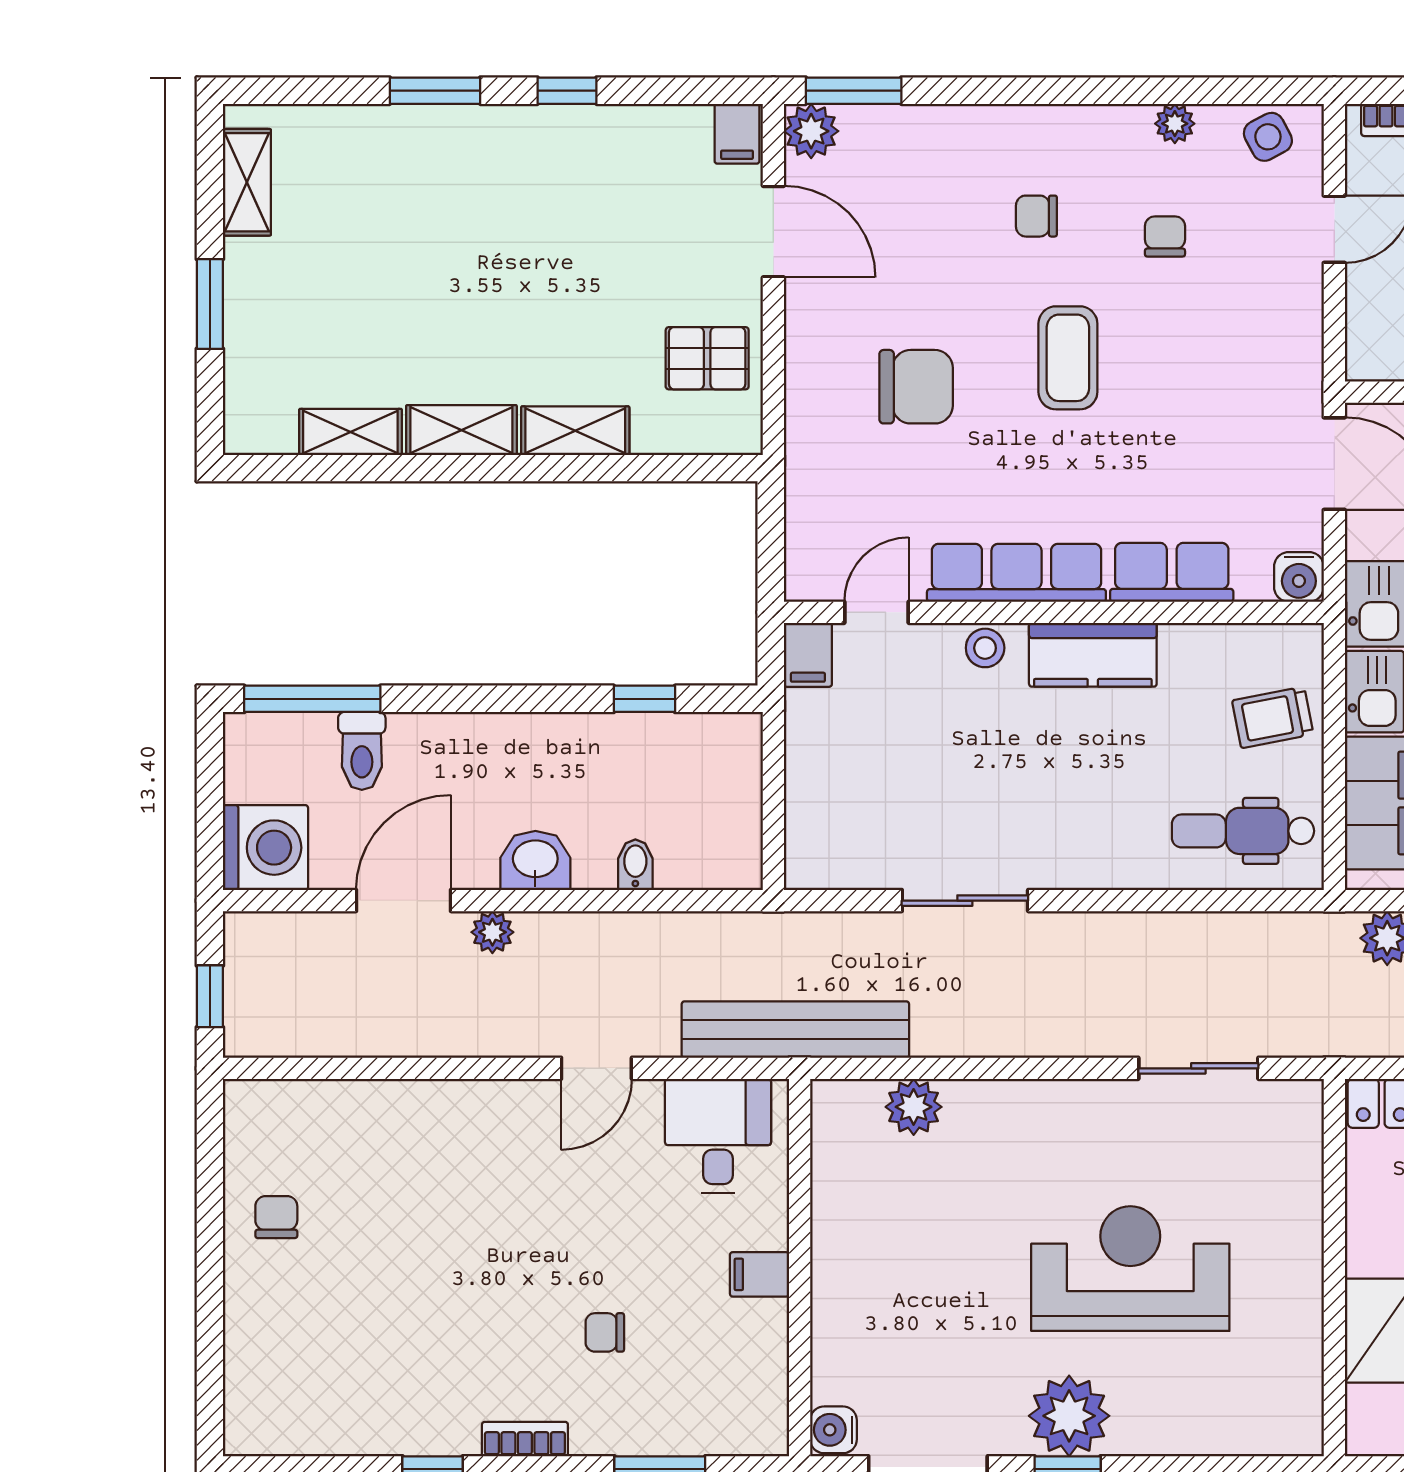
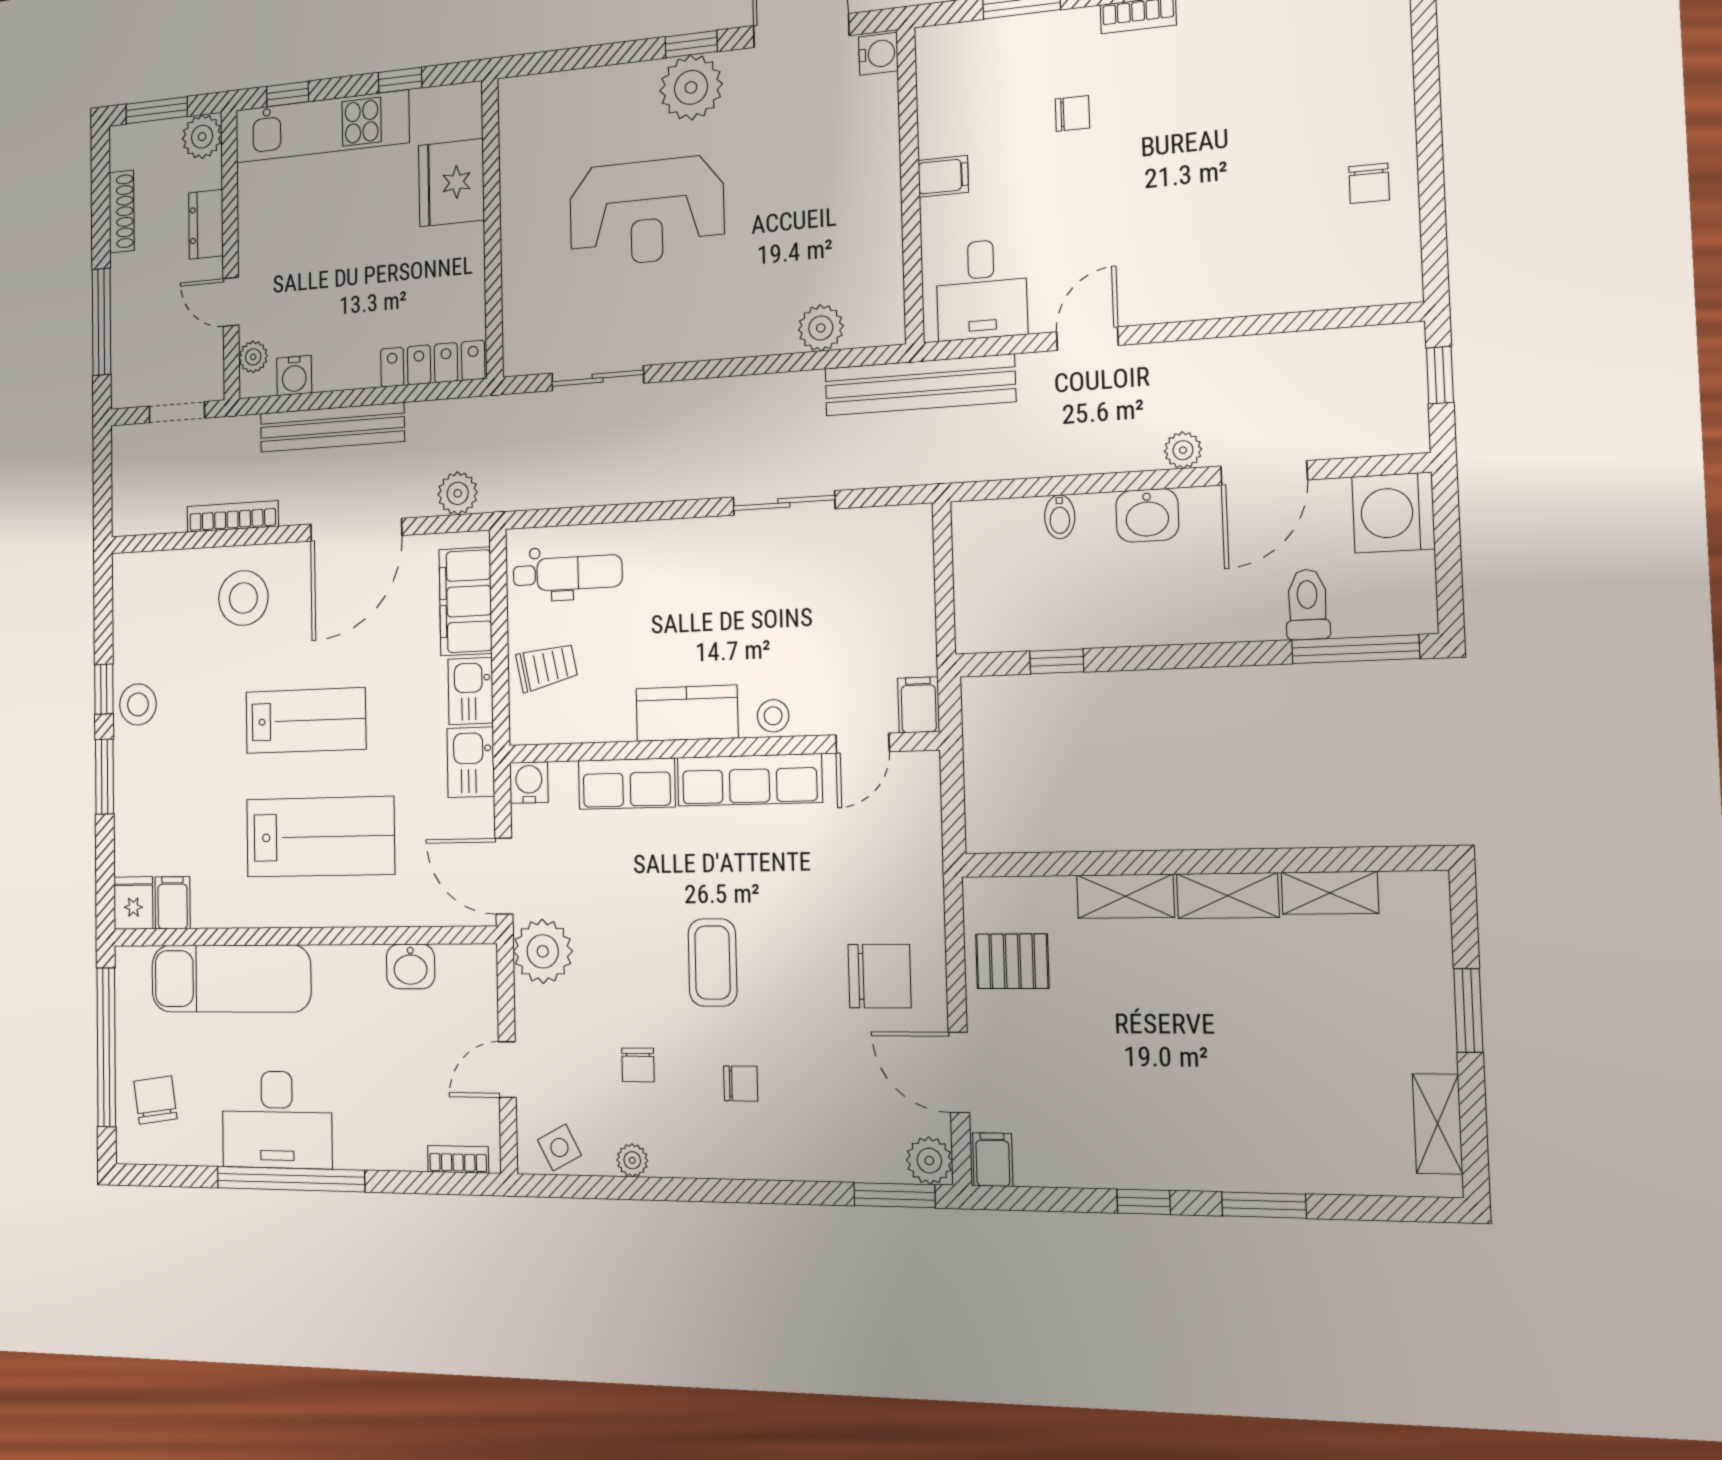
plant: (1285, 372) -> (543, 951), added
chair: (916, 387) -> (879, 976), moved, turned 180

